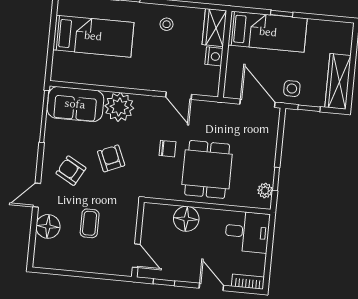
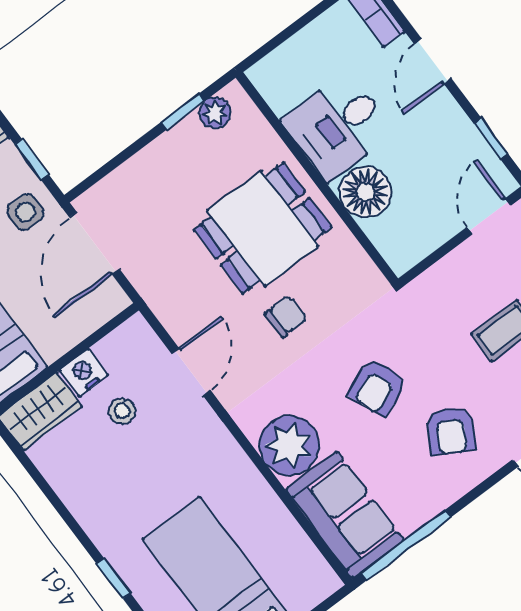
stool: (167, 24) -> (122, 411), moved
chair: (167, 149) -> (286, 316), turned 90
desk: (247, 232) -> (338, 126), moved, turned -90

